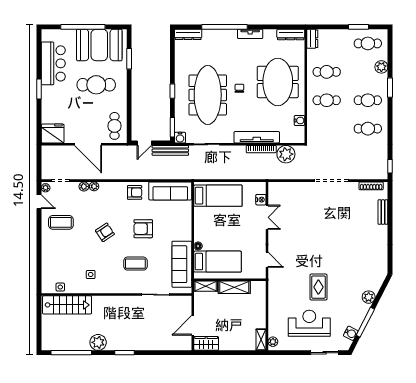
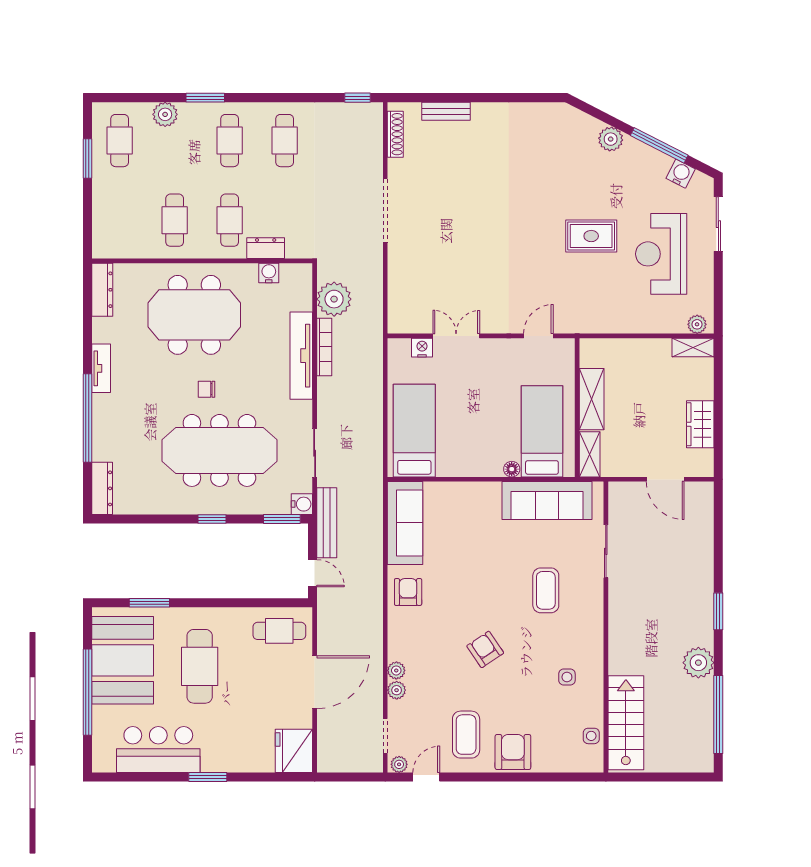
dresser: (312, 39) -> (266, 248), moved
armchair: (143, 229) -> (513, 752), moved, turned 180
wardrobe: (206, 343) -> (700, 424), moved

